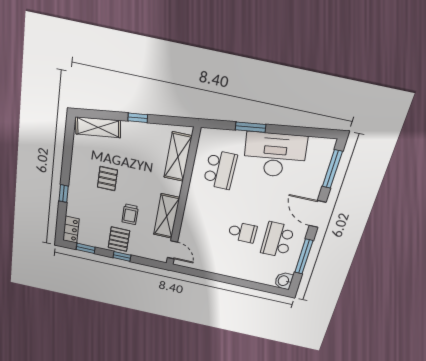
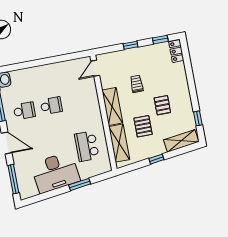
window: (64, 194) -> (198, 118), moved
shelving: (167, 216) -> (112, 107), moved
school desk: (242, 232) -> (51, 106), turned 180
pallet: (119, 239) -> (143, 126), moved
school desk: (277, 240) -> (24, 111), width x0.54
door: (172, 250) -> (95, 68), hinge flipped

